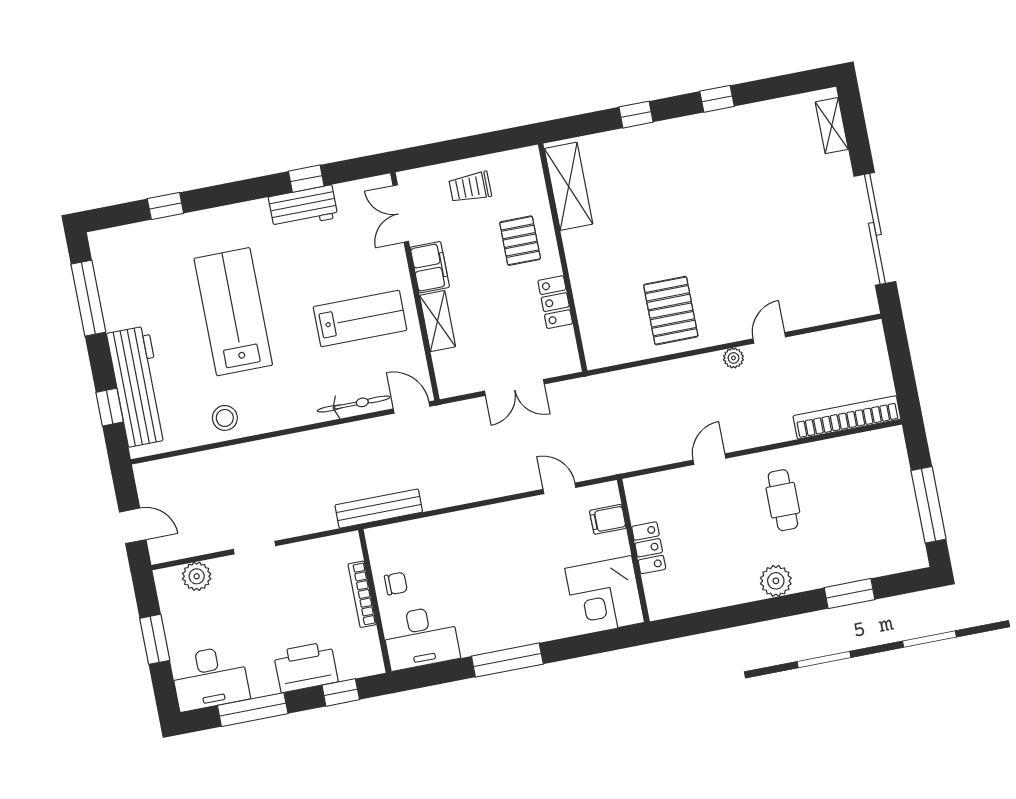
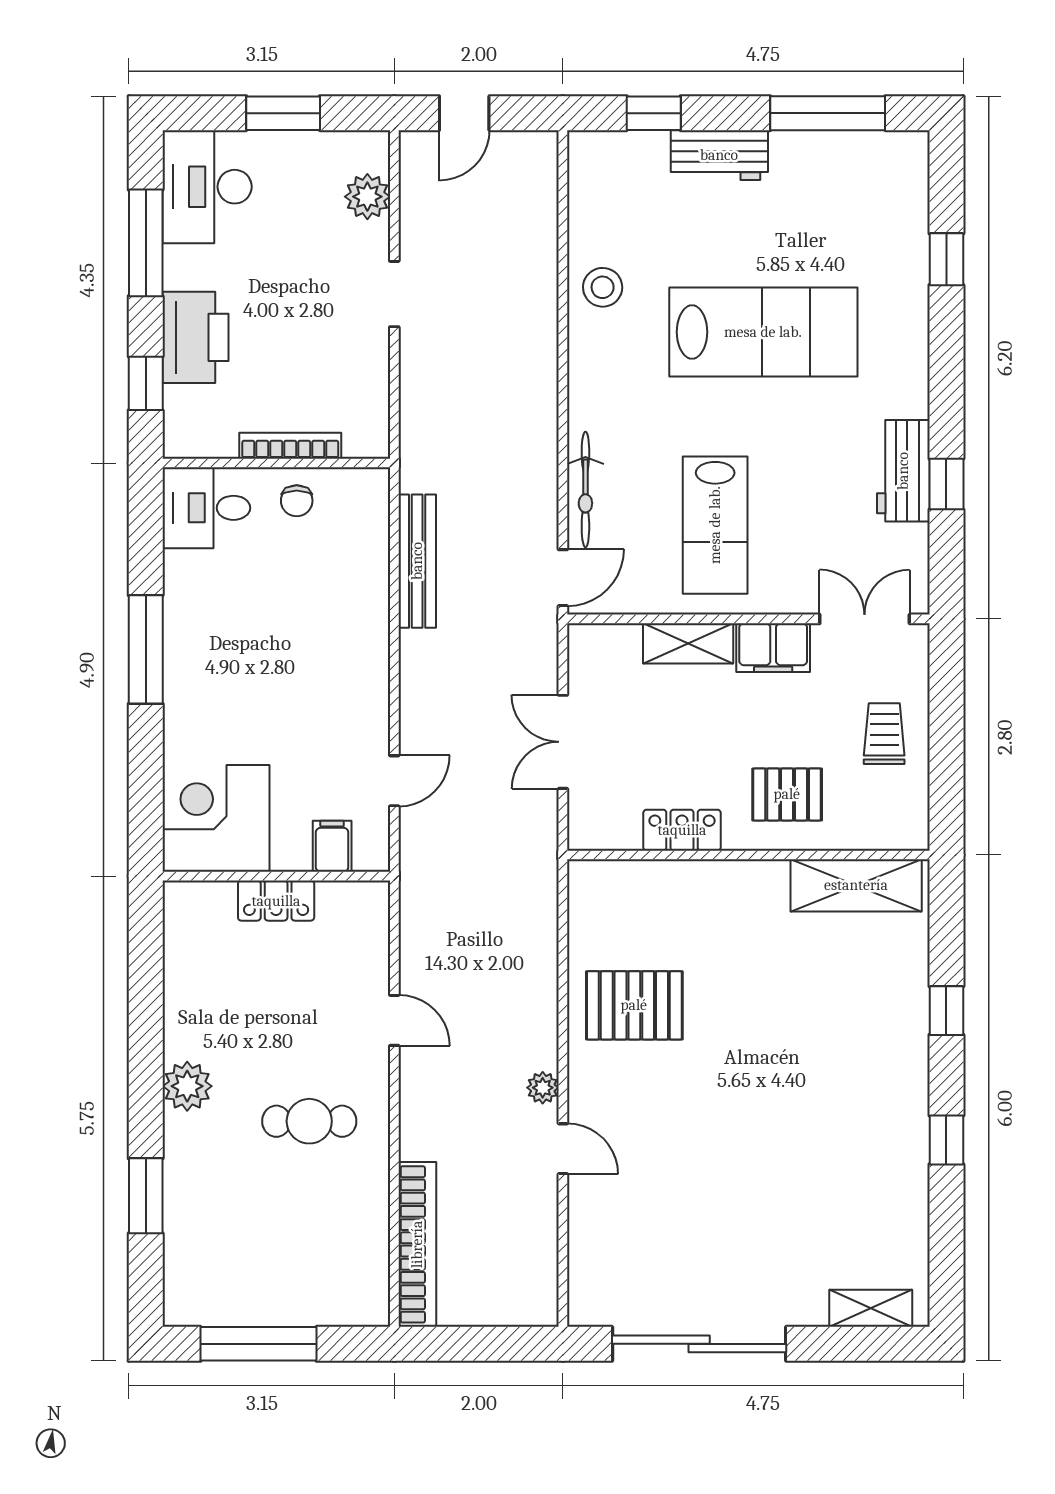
workbench: (138, 386) -> (719, 155), width x0.53, depth x0.76
bench: (379, 509) -> (417, 561), moved
desk: (421, 637) -> (206, 508), width x0.73

